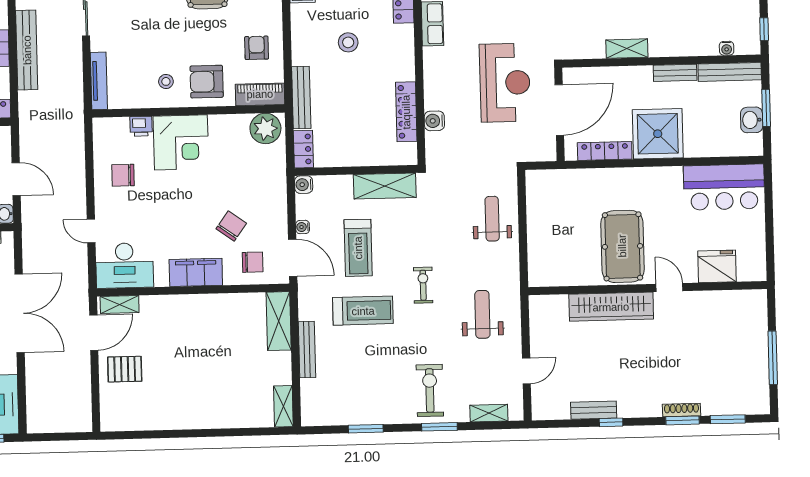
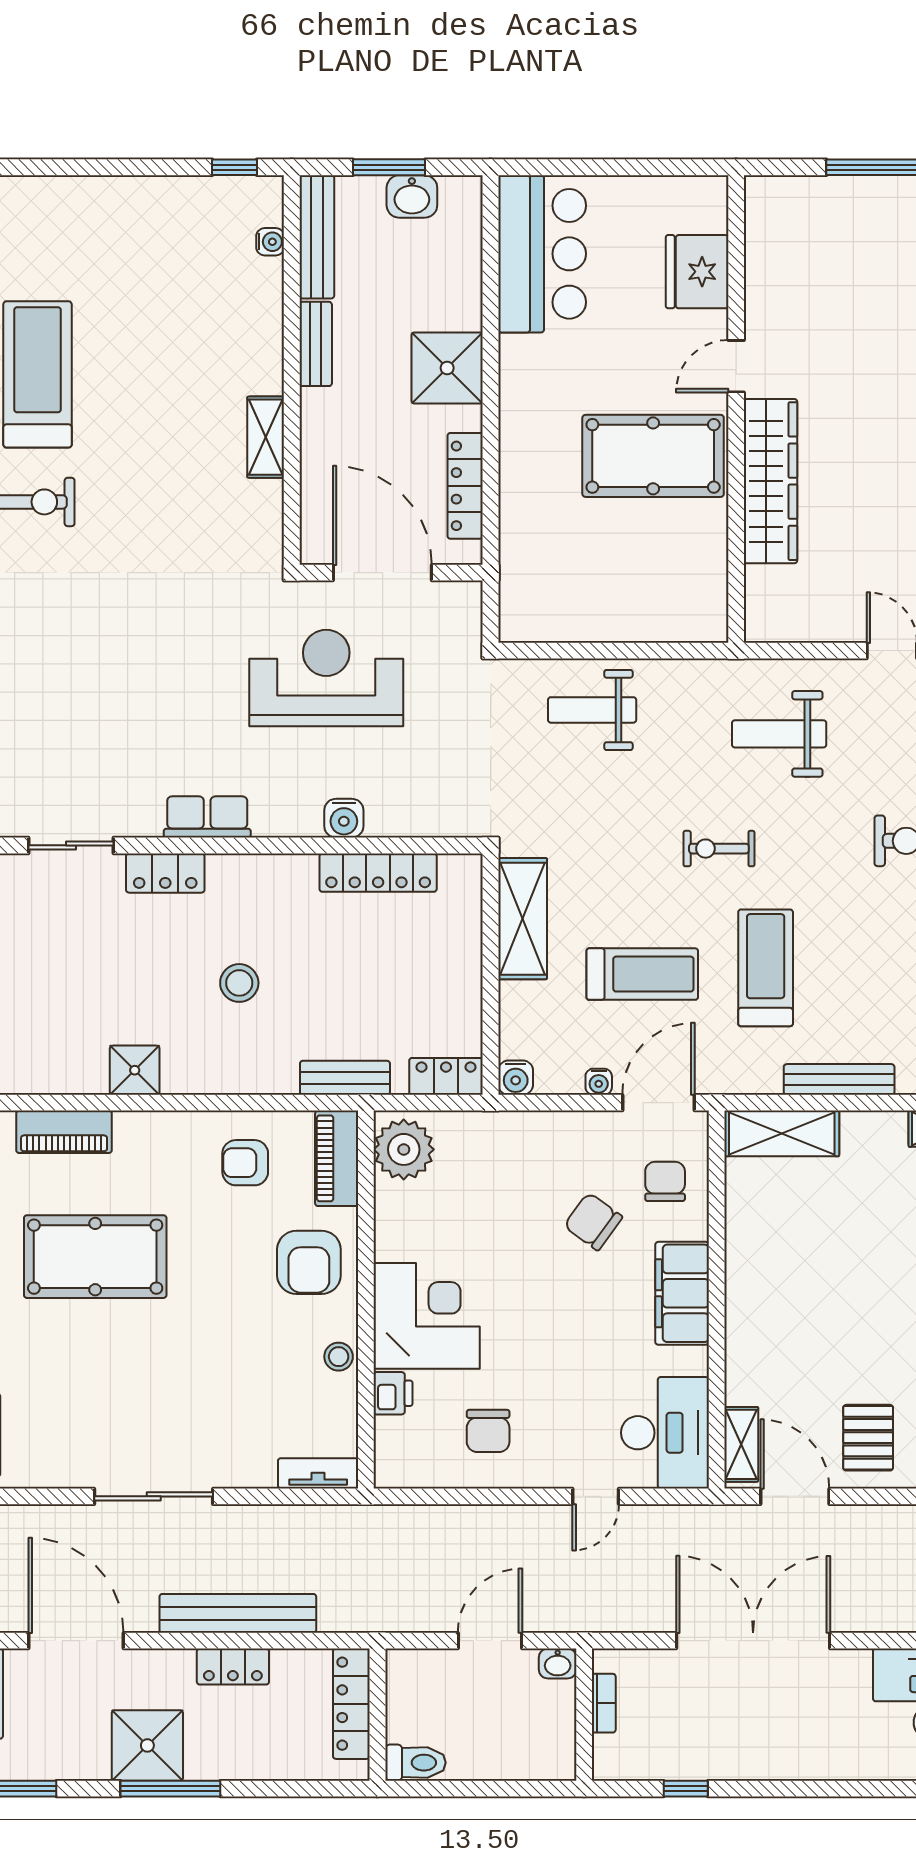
tv unit: (99, 81) -> (318, 1473), width x0.71
stool: (166, 81) -> (339, 1357), moved
bench: (301, 98) -> (345, 1078), width x0.73
water cooler: (434, 121) -> (344, 818), moved
shower: (658, 134) -> (447, 368), width x0.73, depth x0.73

